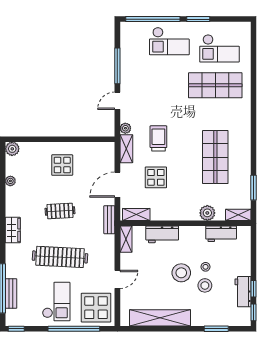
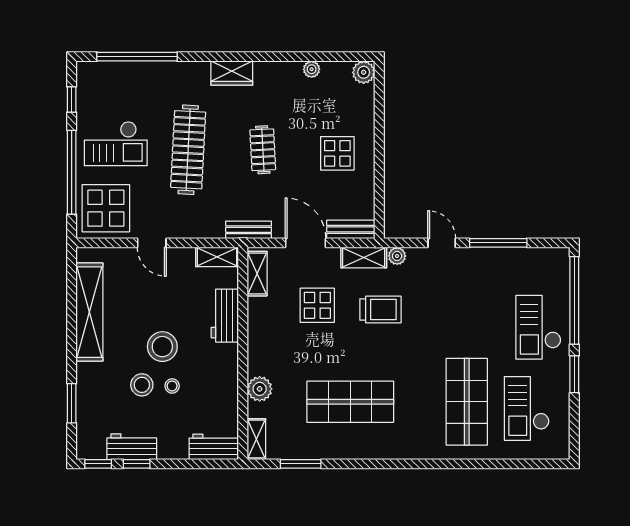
workbench: (221, 234) -> (214, 447), moved, turned 90
bench: (11, 293) -> (351, 229), moved
window: (16, 329) -> (72, 99), moved

